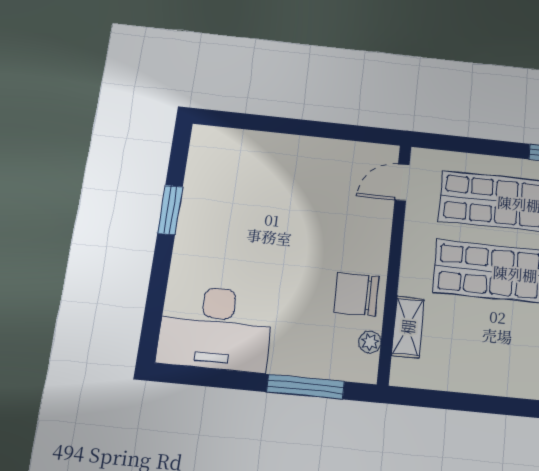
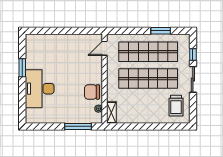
shelving: (408, 327) -> (111, 113), moved
desk: (216, 328) -> (40, 89), moved, turned 90

